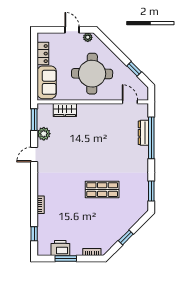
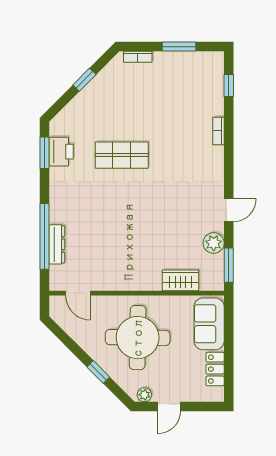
door: (72, 30) -> (169, 407), hinge flipped
window: (134, 69) -> (98, 372), moved
printer: (60, 248) -> (61, 152), moved, turned -90

